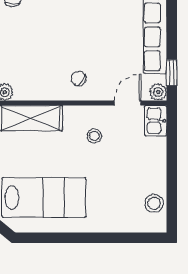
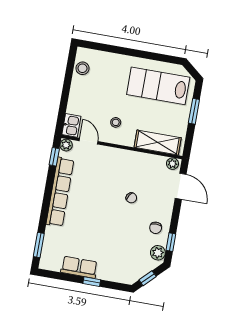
chair: (79, 79) -> (131, 198), moved
door: (128, 103) -> (89, 141), swing flipped

